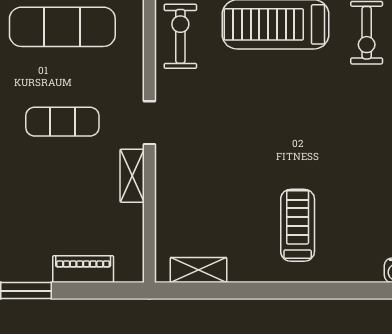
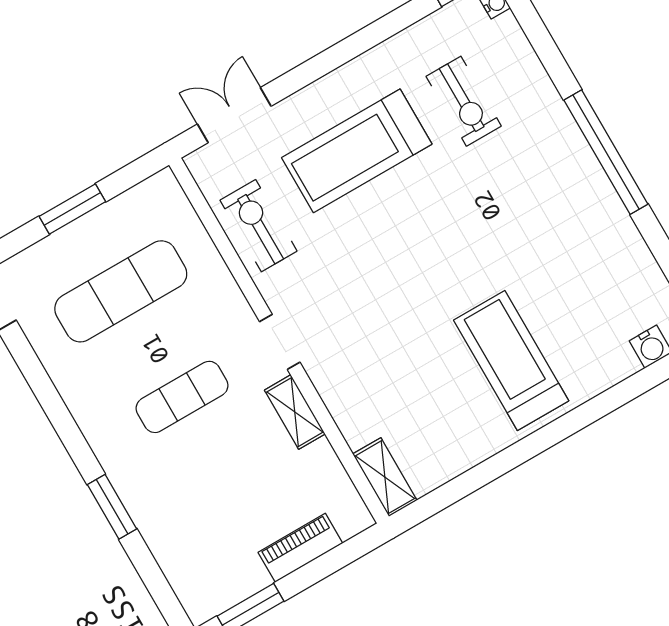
treadmill: (298, 225) -> (511, 360), width x1.37, depth x1.38
shelving: (198, 270) -> (385, 477), moved, turned 90

